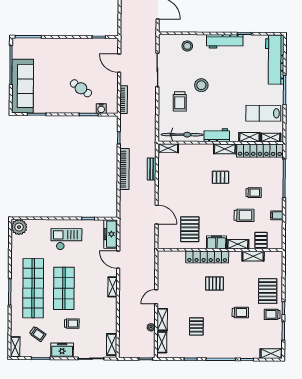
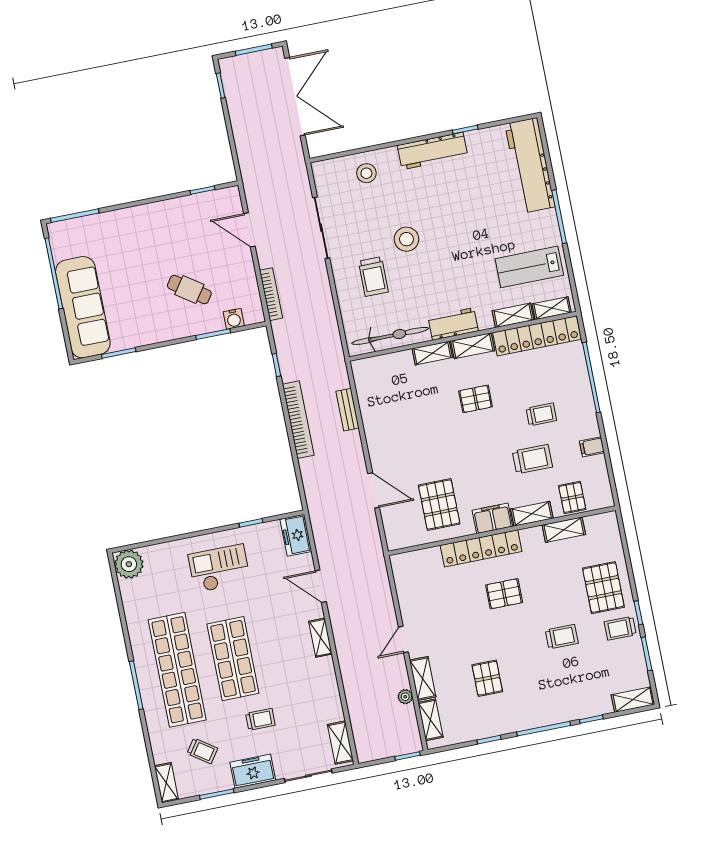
shelving: (168, 148) -> (432, 353), moved
freezer: (111, 234) -> (296, 535), width x0.71

